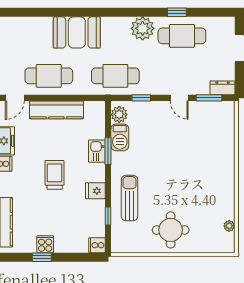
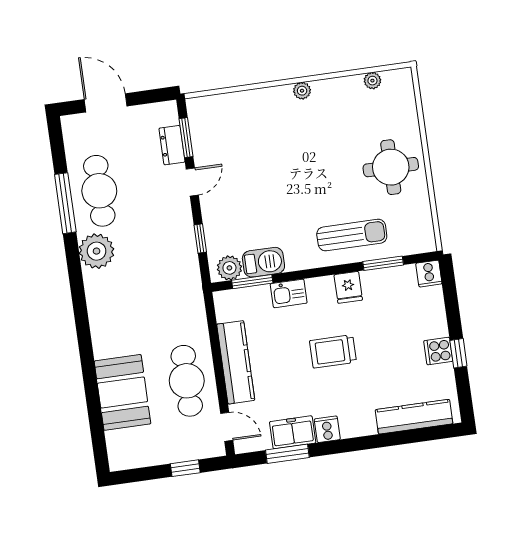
window: (177, 12) -> (65, 203), width x2.17
booth: (77, 32) -> (122, 392), moved
cafe table: (115, 76) -> (173, 282), removed
dresser: (222, 88) -> (172, 145), moved
window: (108, 151) -> (252, 282), moved
plant: (229, 179) -> (302, 91), added
sun lounger: (129, 198) -> (352, 235), turned 180
window: (108, 216) -> (383, 263), width x1.50

